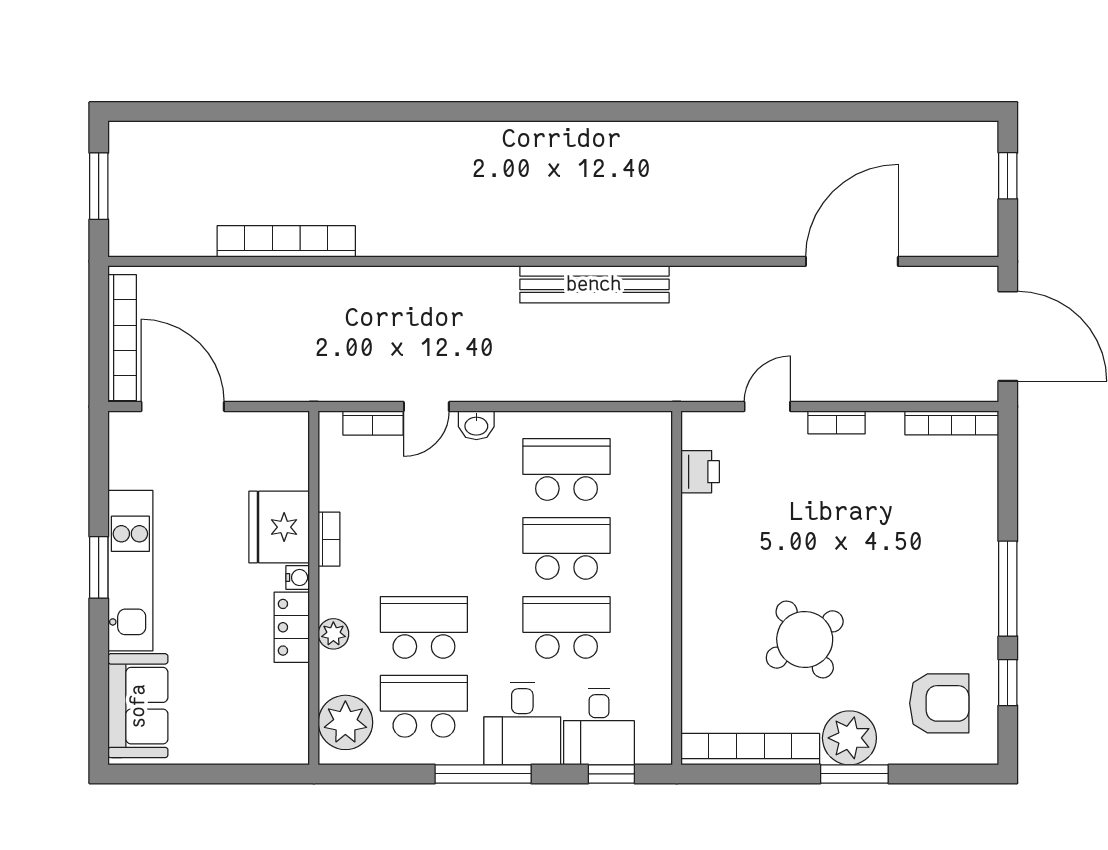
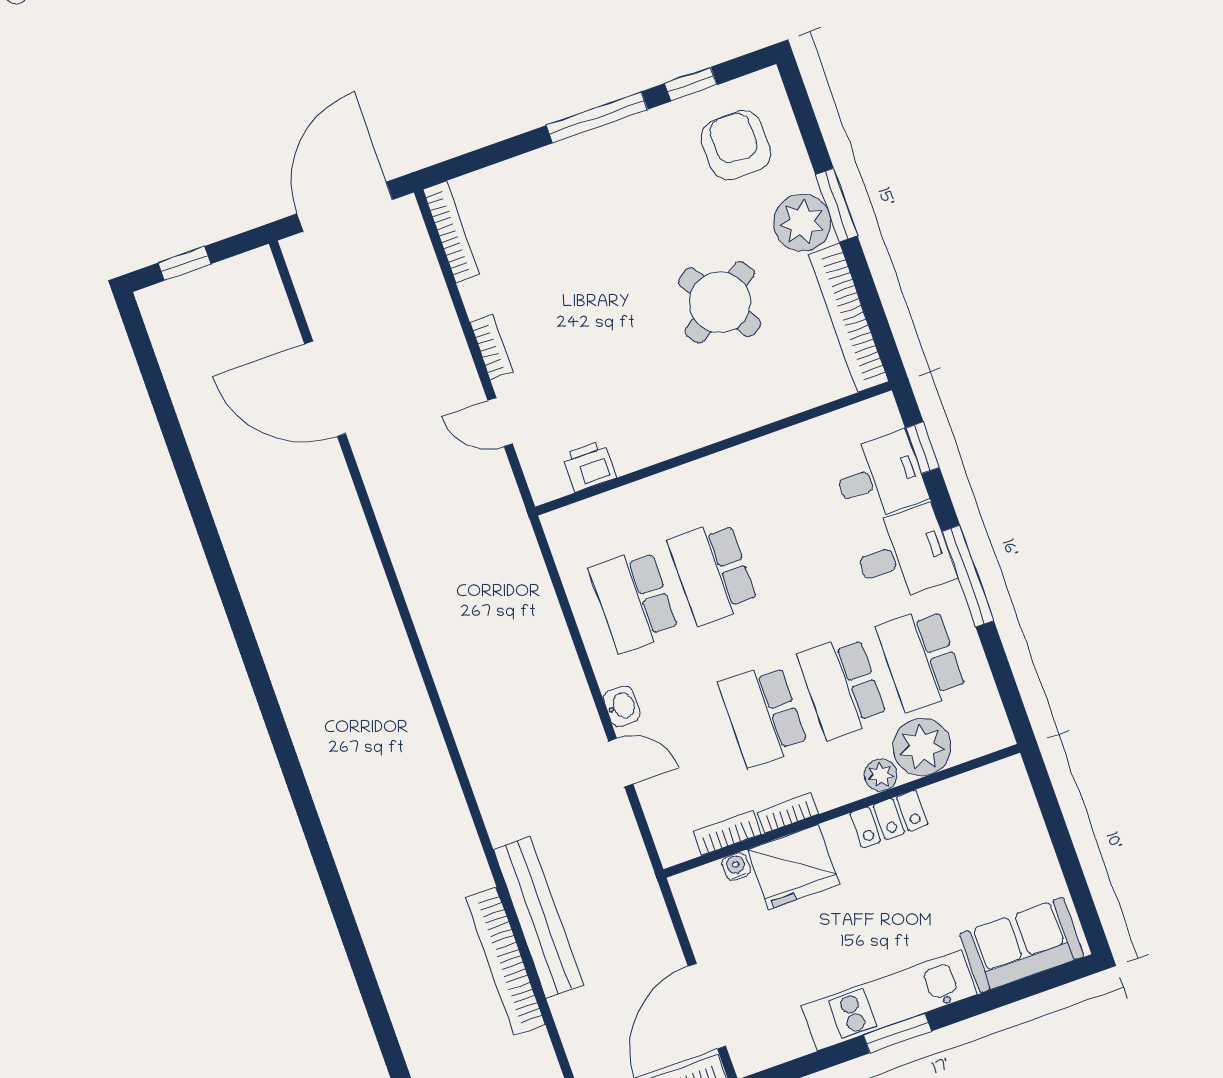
bench: (594, 284) -> (538, 918), moved
bookcase: (373, 423) -> (727, 833), moved, turned -90
water cooler: (298, 578) -> (736, 866), moved
school desk: (566, 627) -> (763, 715), moved
plant: (345, 722) -> (922, 747), moved

